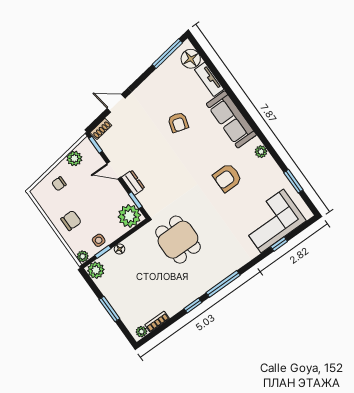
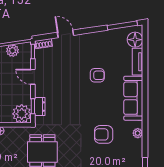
armchair: (178, 122) -> (97, 75), turned -107
dresser: (133, 183) -> (40, 107), moved

